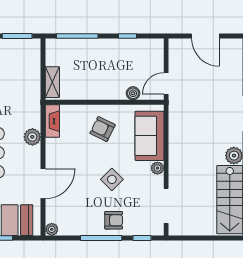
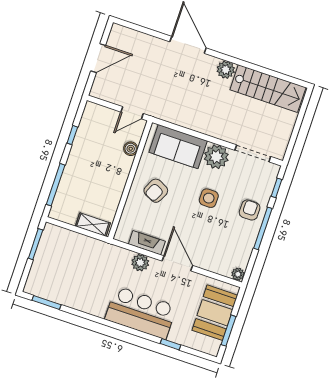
door: (166, 84) -> (132, 113), hinge flipped
fireplace: (52, 121) -> (147, 243), moved
plant: (157, 168) -> (216, 157), width x1.87, depth x1.87
side table: (112, 179) -> (209, 198), turned 45
door: (43, 184) -> (177, 263), moved

